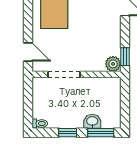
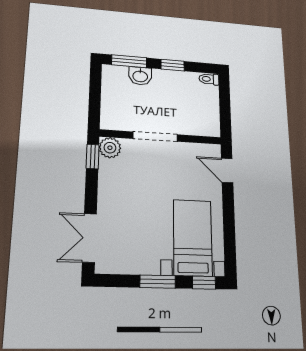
doorway: (64, 74) -> (155, 137), moved

